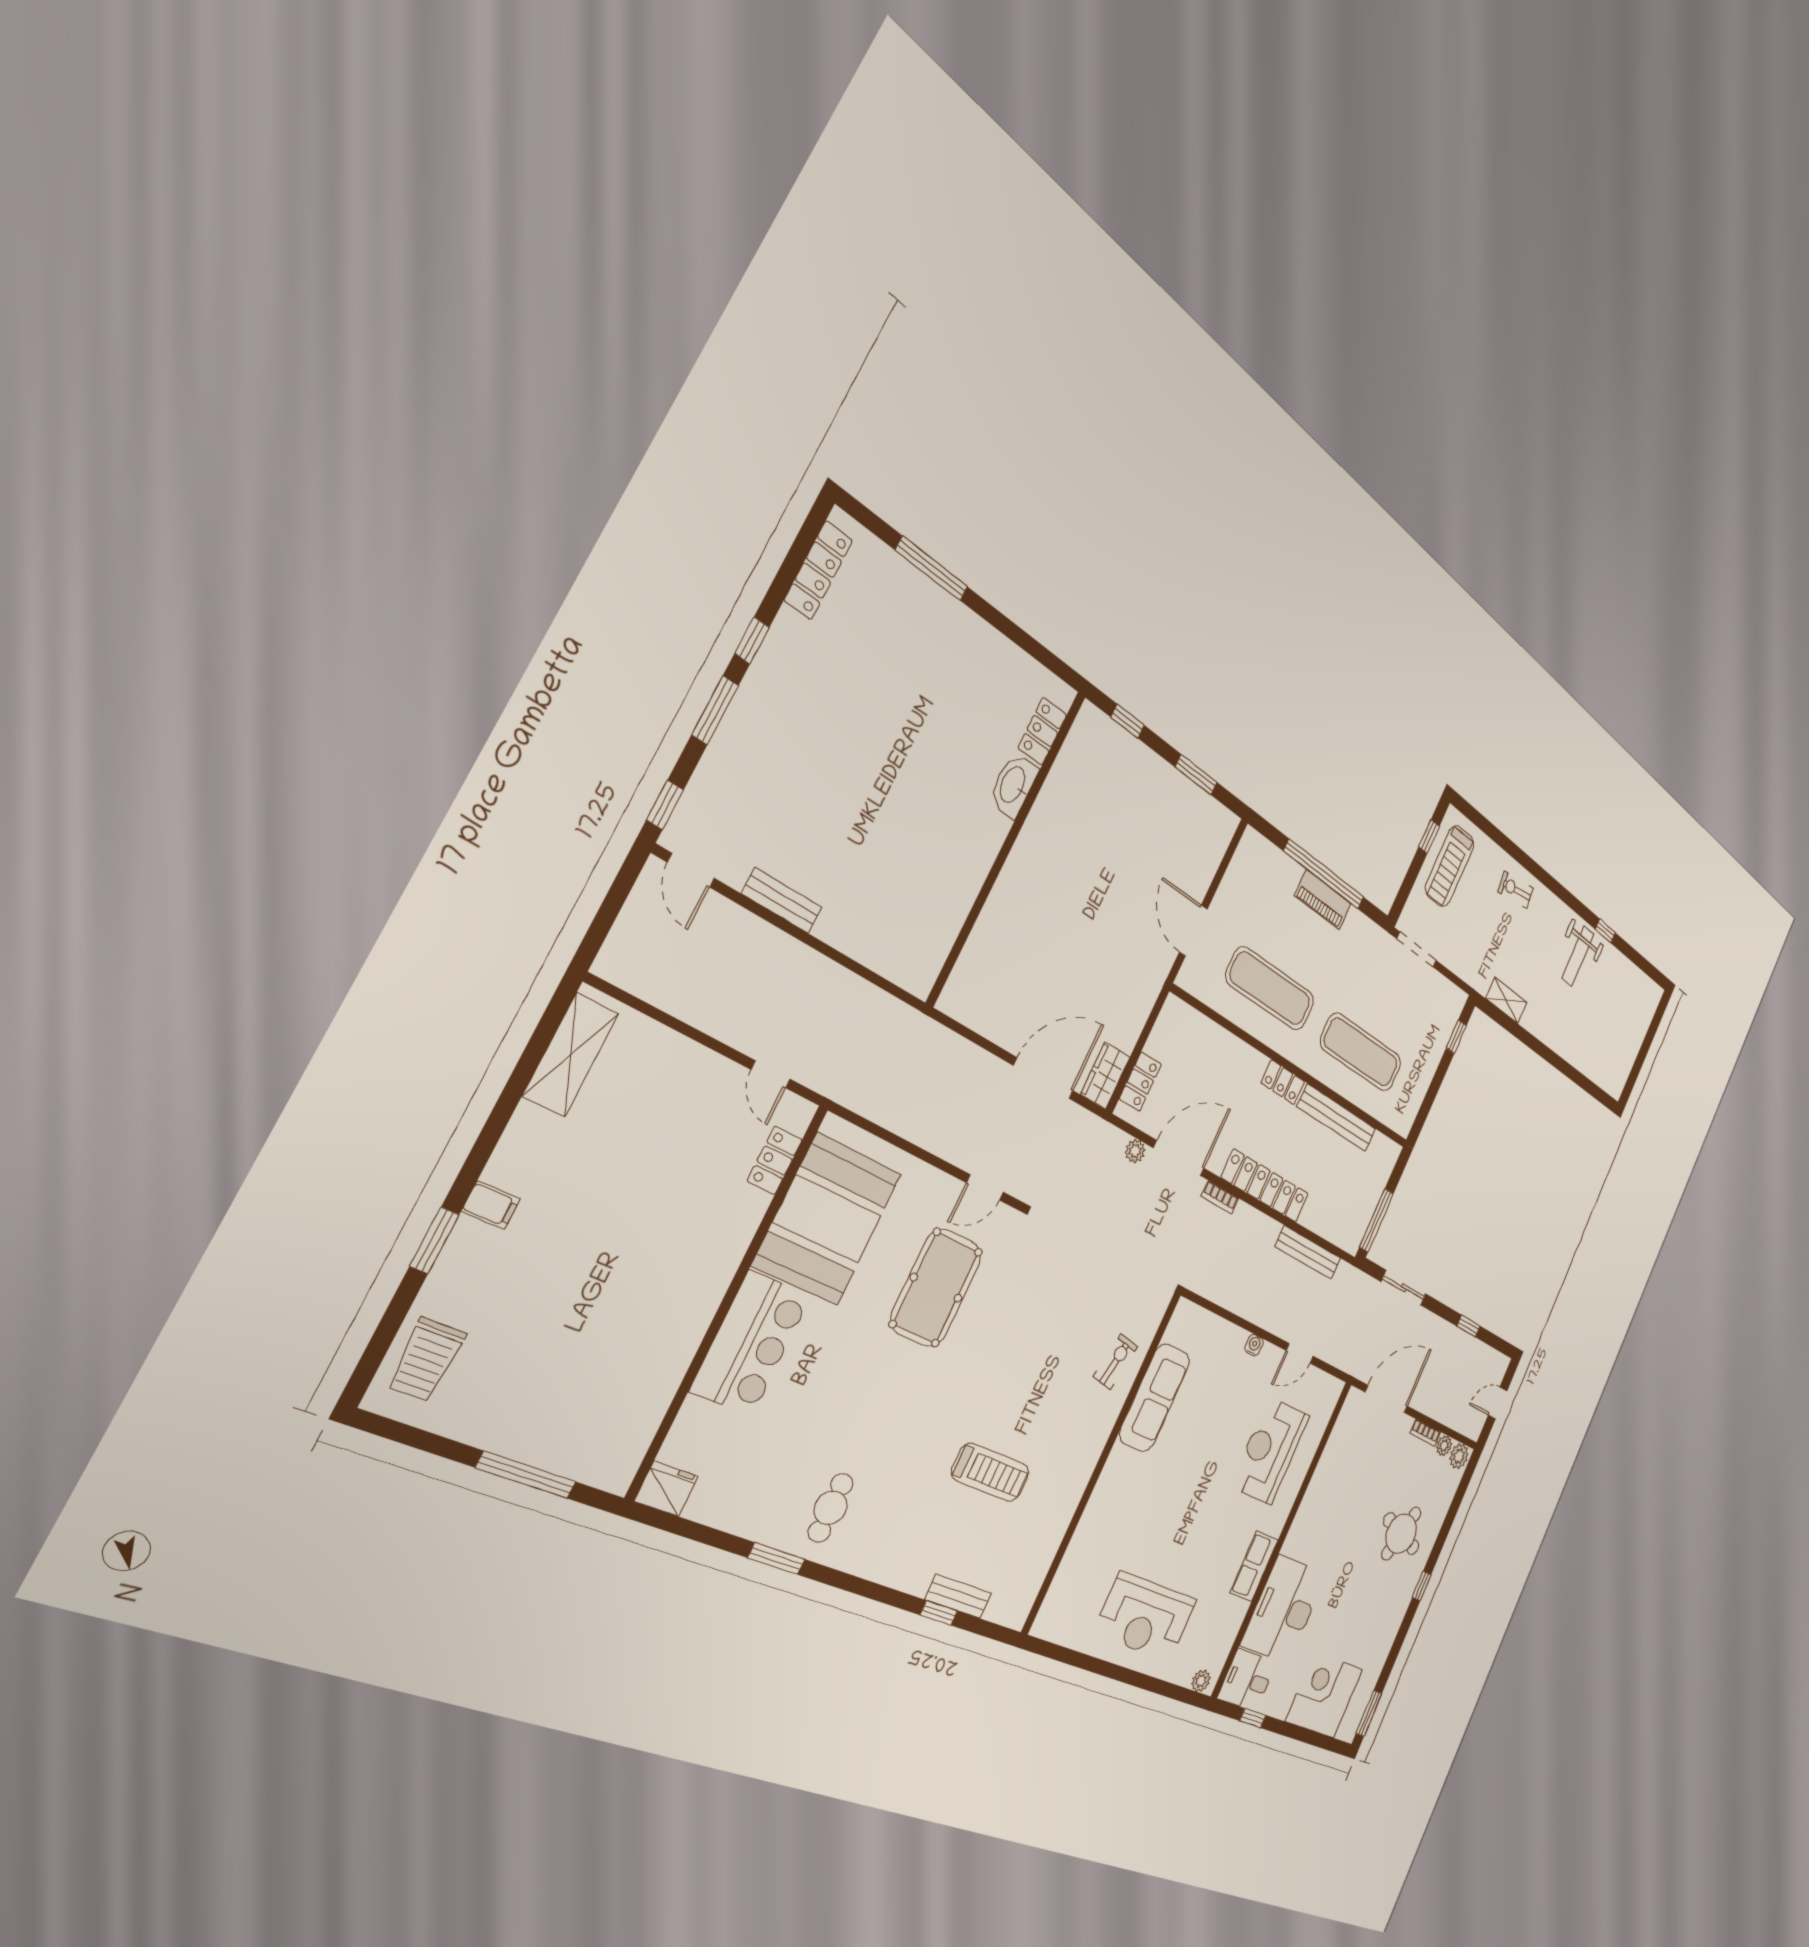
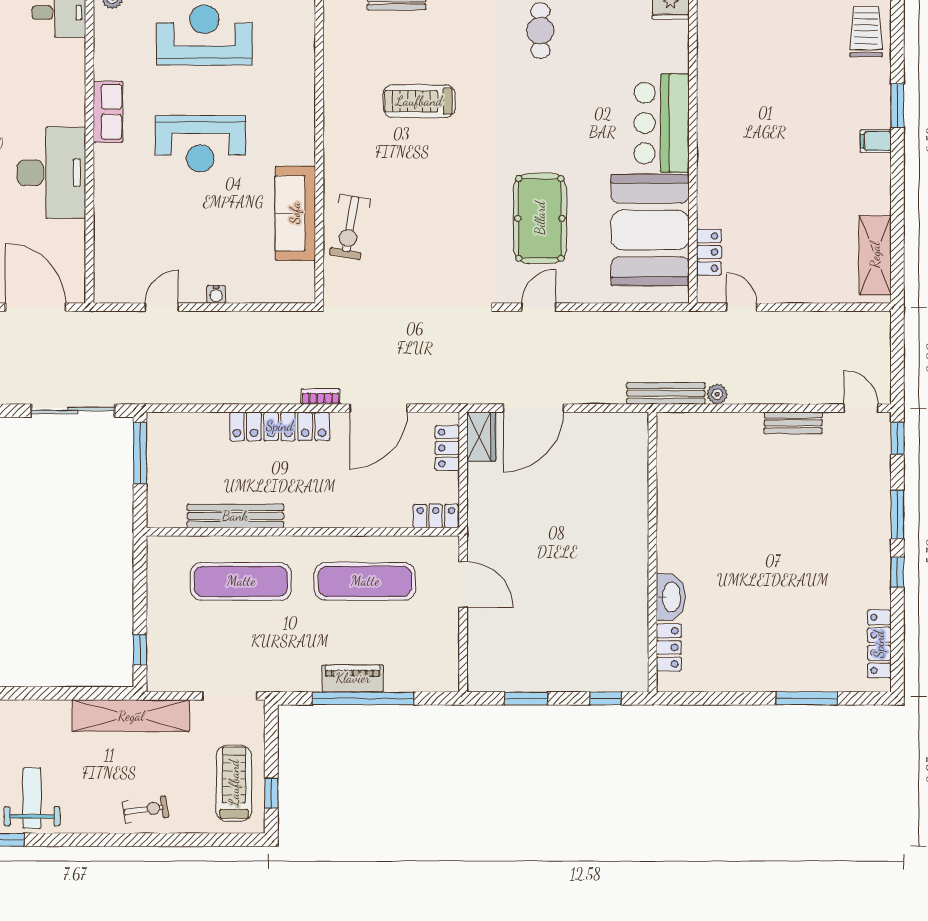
shelving: (1506, 1000) -> (131, 716), width x2.20, depth x1.33
locker: (1283, 1082) -> (436, 516), moved
plant: (1135, 1151) -> (717, 394), moved
bench: (1308, 1252) -> (666, 393), moved
sliding door: (1404, 1288) -> (73, 411), width x1.37
exercise bike: (1116, 1362) -> (350, 227), width x1.38, depth x1.39
door: (1386, 1399) -> (36, 307), swing flipped
reception desk: (1270, 1451) -> (200, 144), moved, turned 90
desk: (1284, 1609) -> (51, 173), moved

